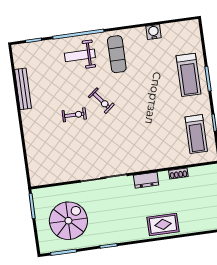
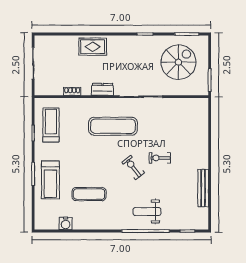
water cooler: (154, 32) -> (66, 223), moved
exercise mat: (117, 54) -> (89, 194), moved, turned 90
weight bench: (80, 55) -> (147, 211), turned 180
treadmill: (189, 75) -> (50, 180), turned 180
exercise mat: (129, 142) -> (113, 126), added
spiral stairs: (68, 221) -> (178, 62), turned 180

